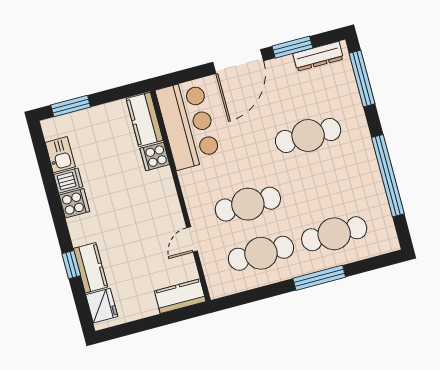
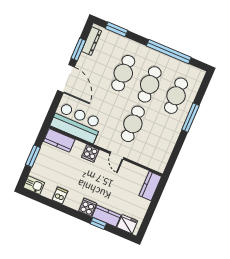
window: (362, 78) -> (117, 29), width x0.69
window: (71, 106) -> (33, 156), moved
kitchen sink: (60, 155) -> (34, 185), moved
cooker: (155, 156) -> (90, 153), moved
cooker: (74, 203) -> (88, 207), moved
door: (192, 239) -> (117, 156), moved
cafe table: (261, 253) -> (150, 84), moved

